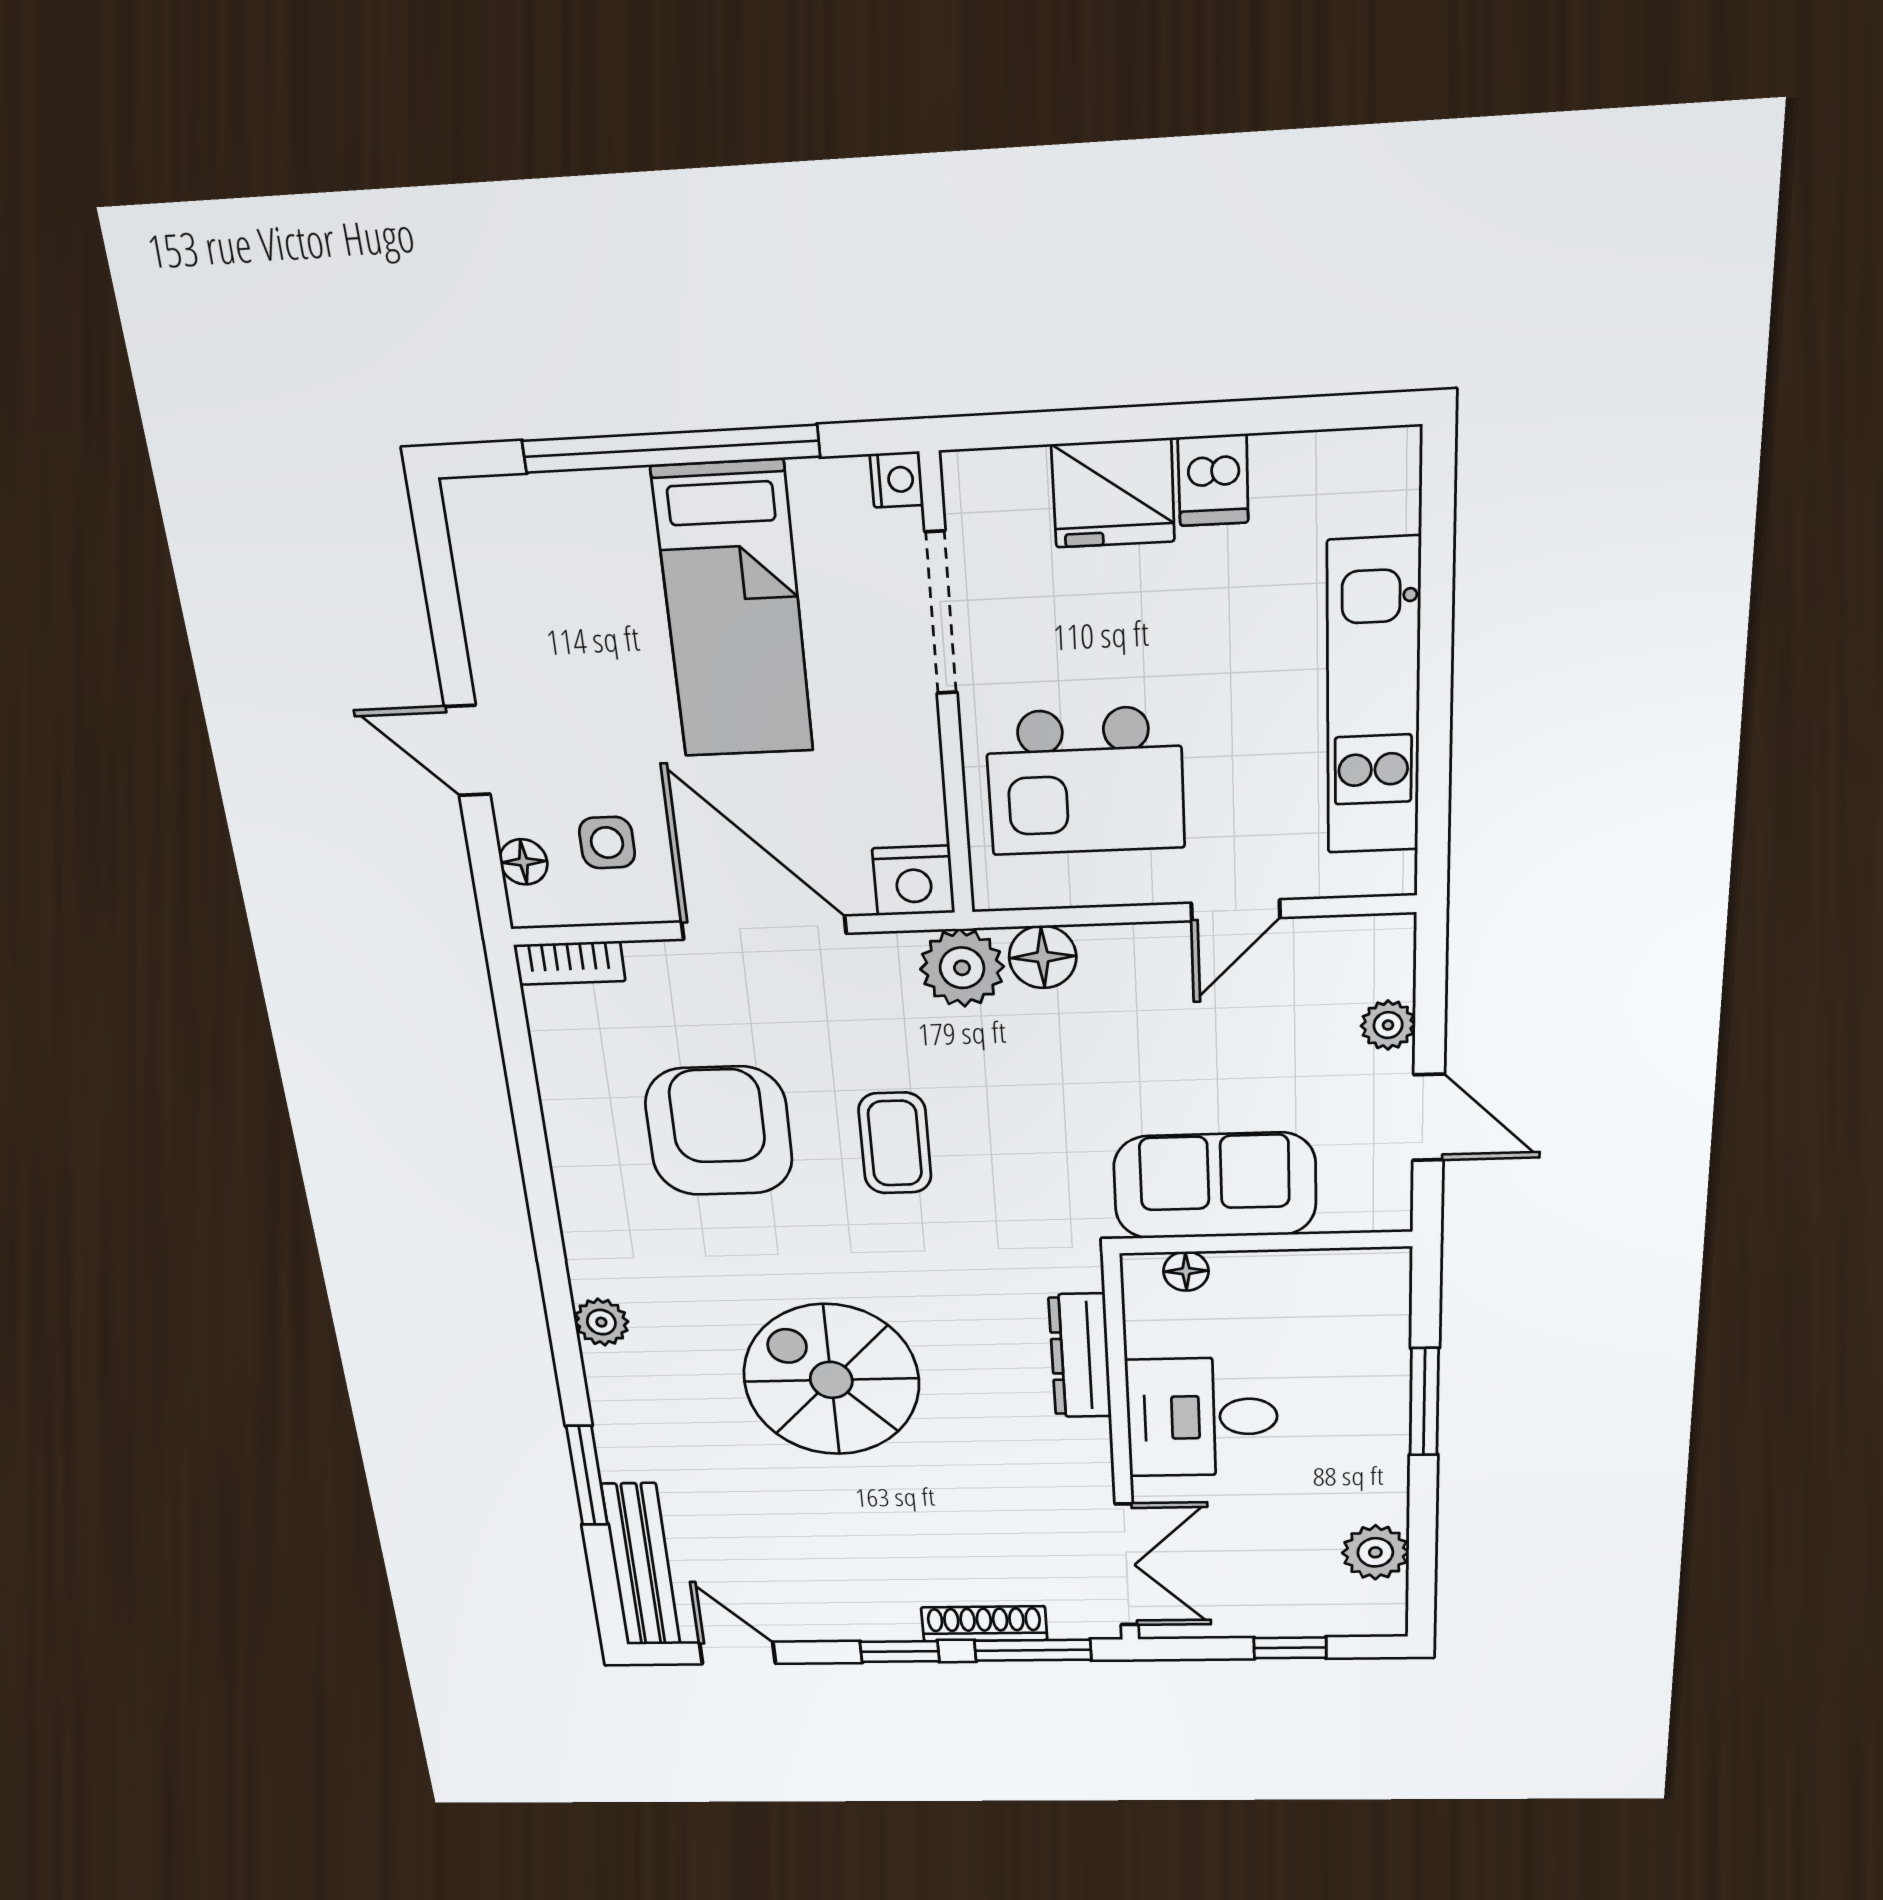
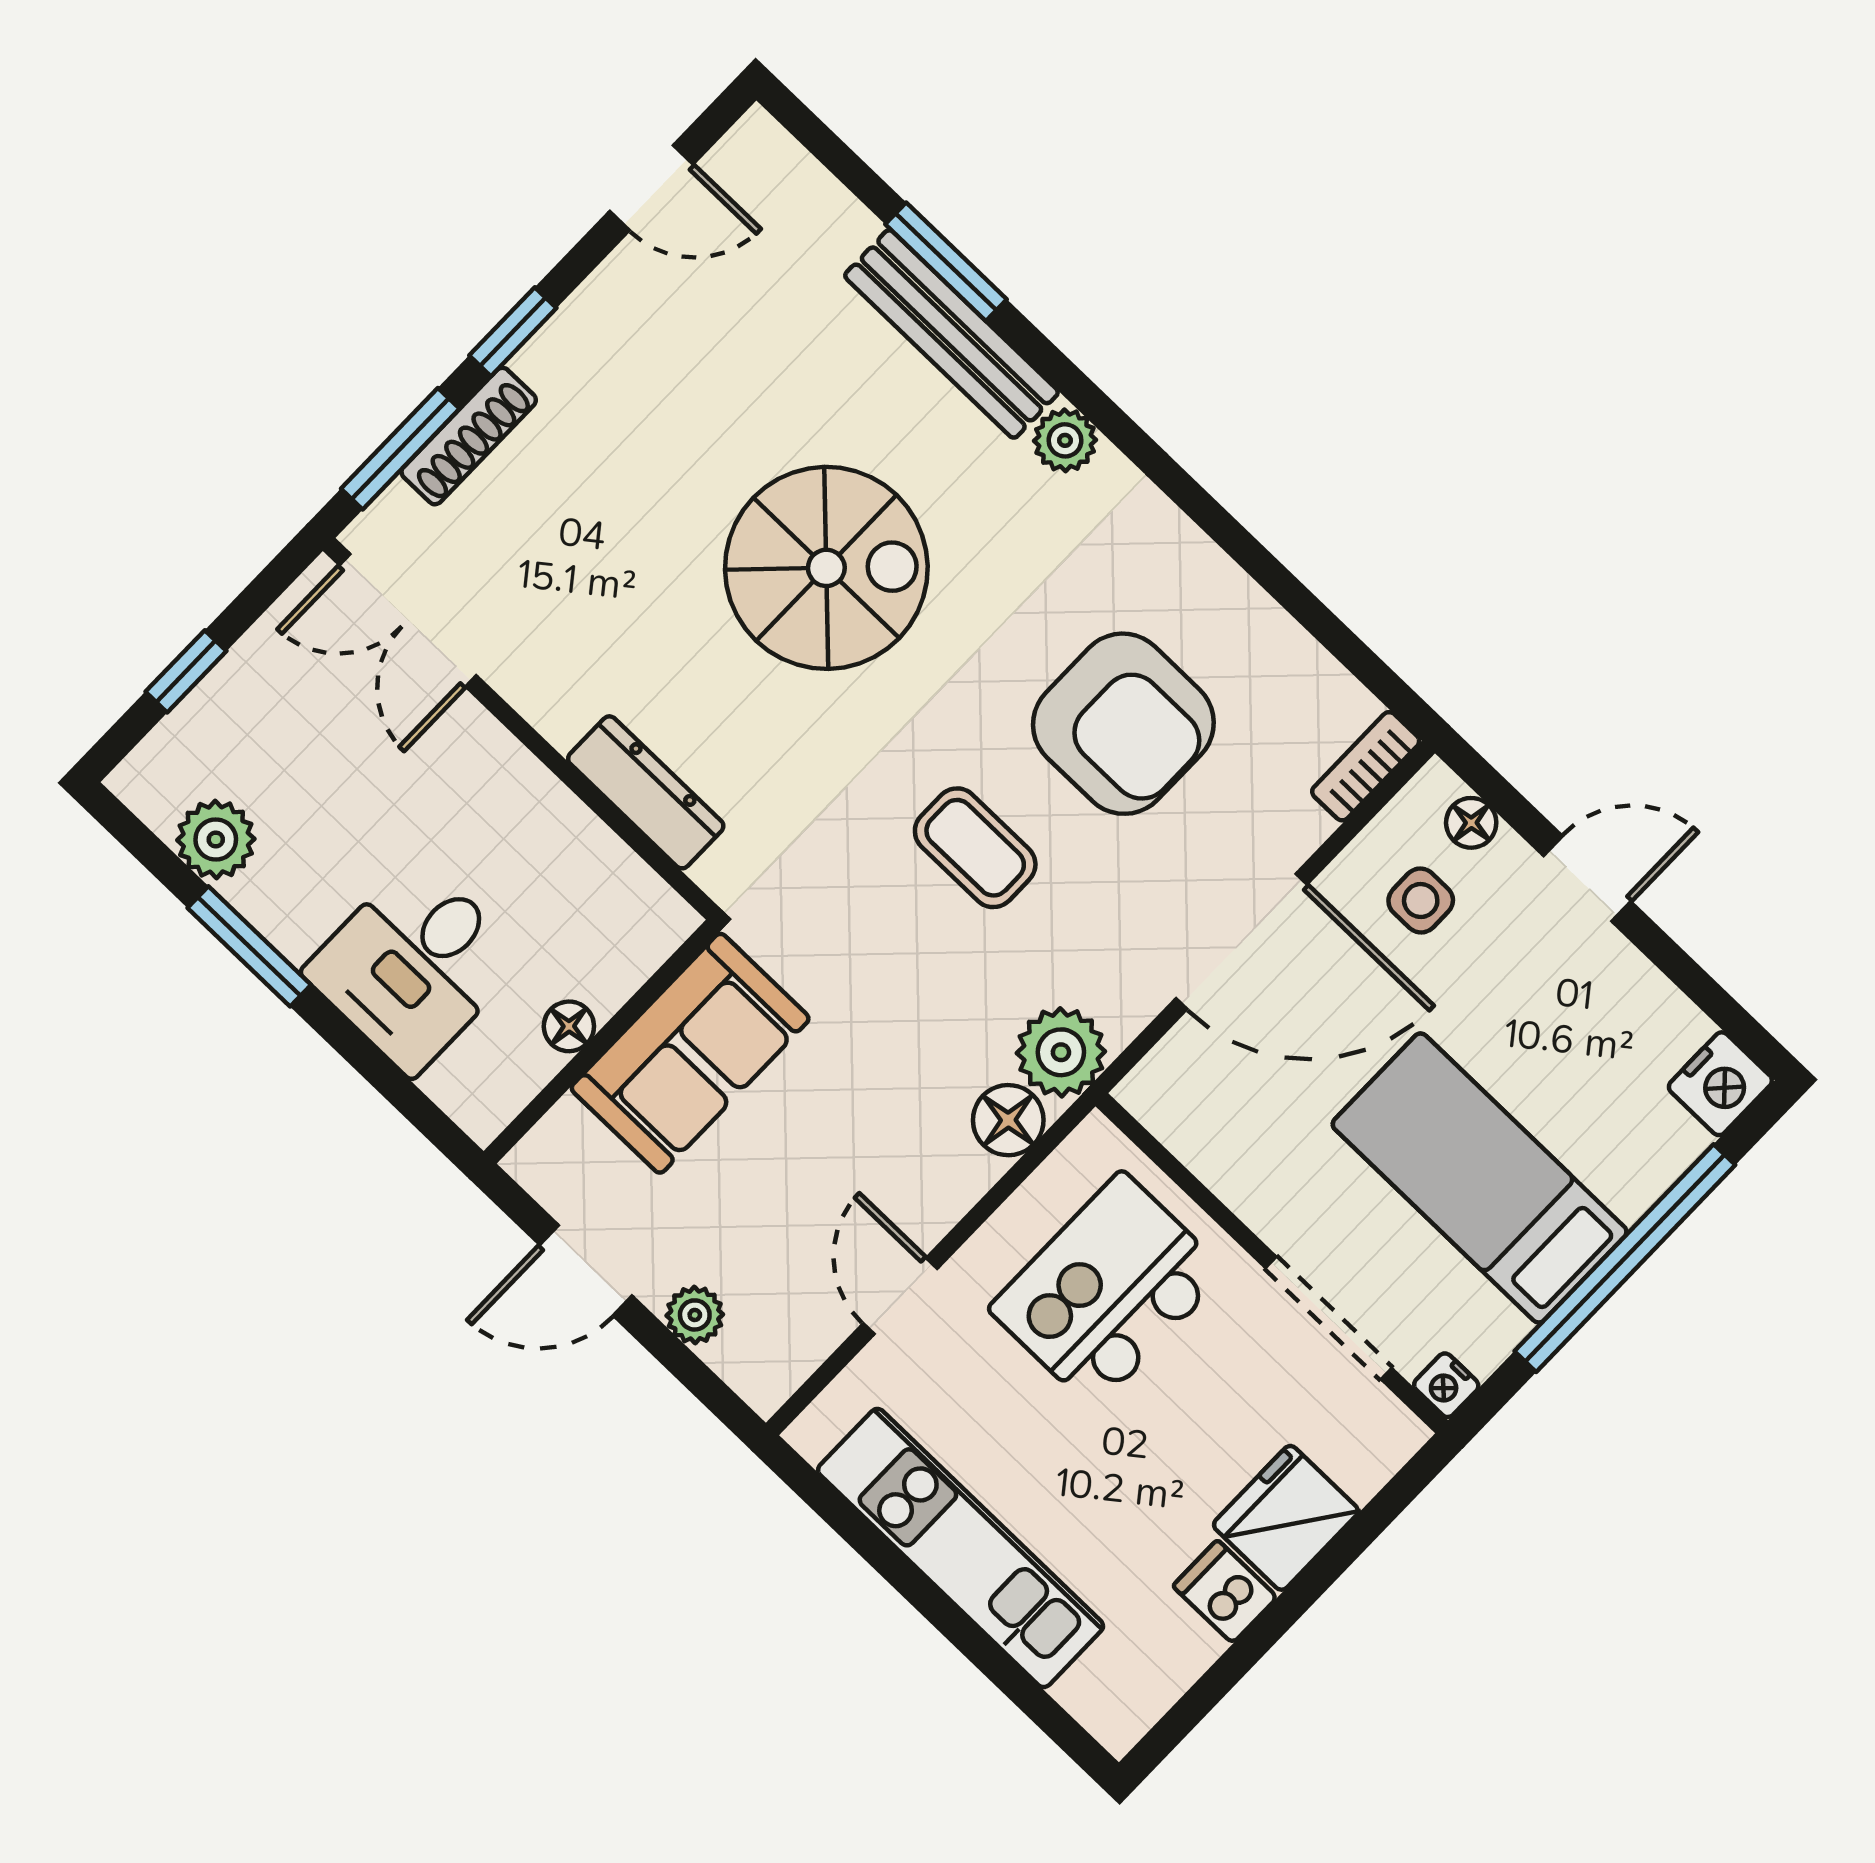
nightstand: (914, 881) -> (1720, 1084), moved, turned 180
floor lamp: (1186, 1271) -> (569, 1026), moved
window: (1424, 1402) -> (249, 946), moved
desk: (1202, 1417) -> (414, 966), moved, turned 180
bench: (641, 1565) -> (951, 334), moved

